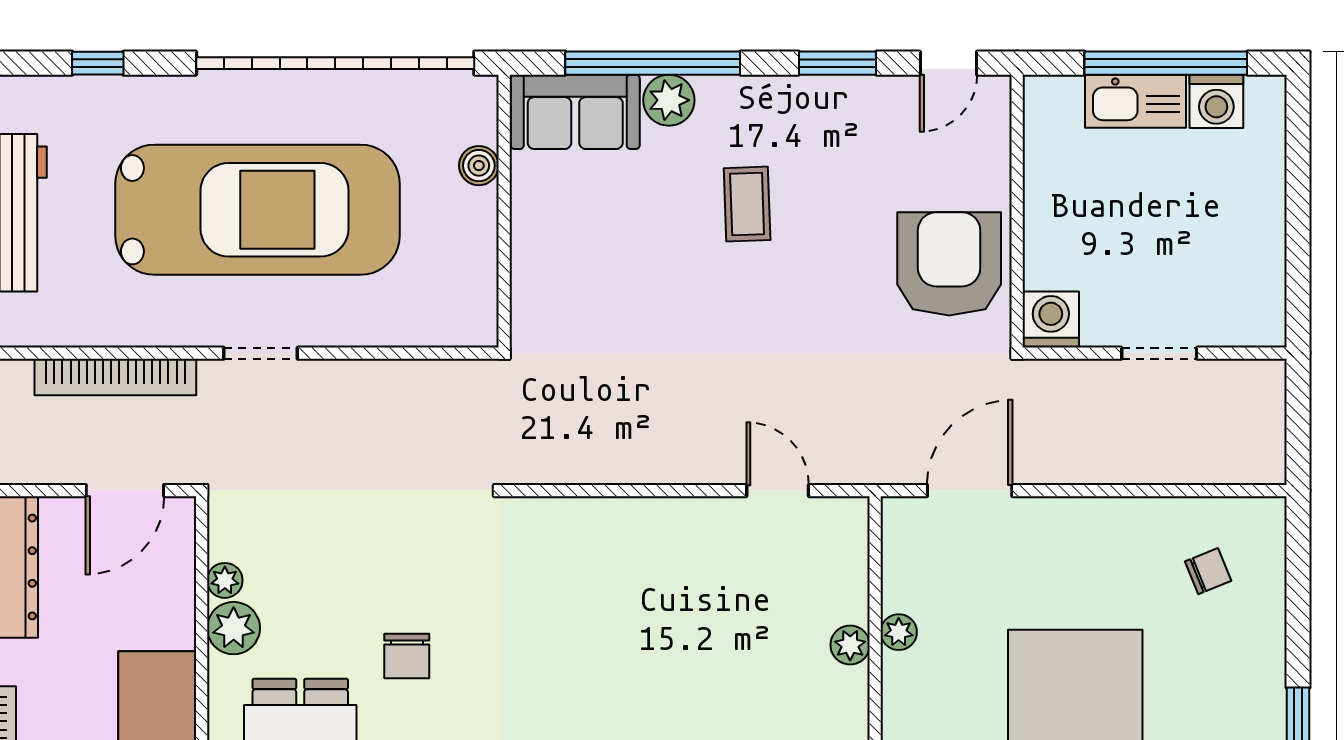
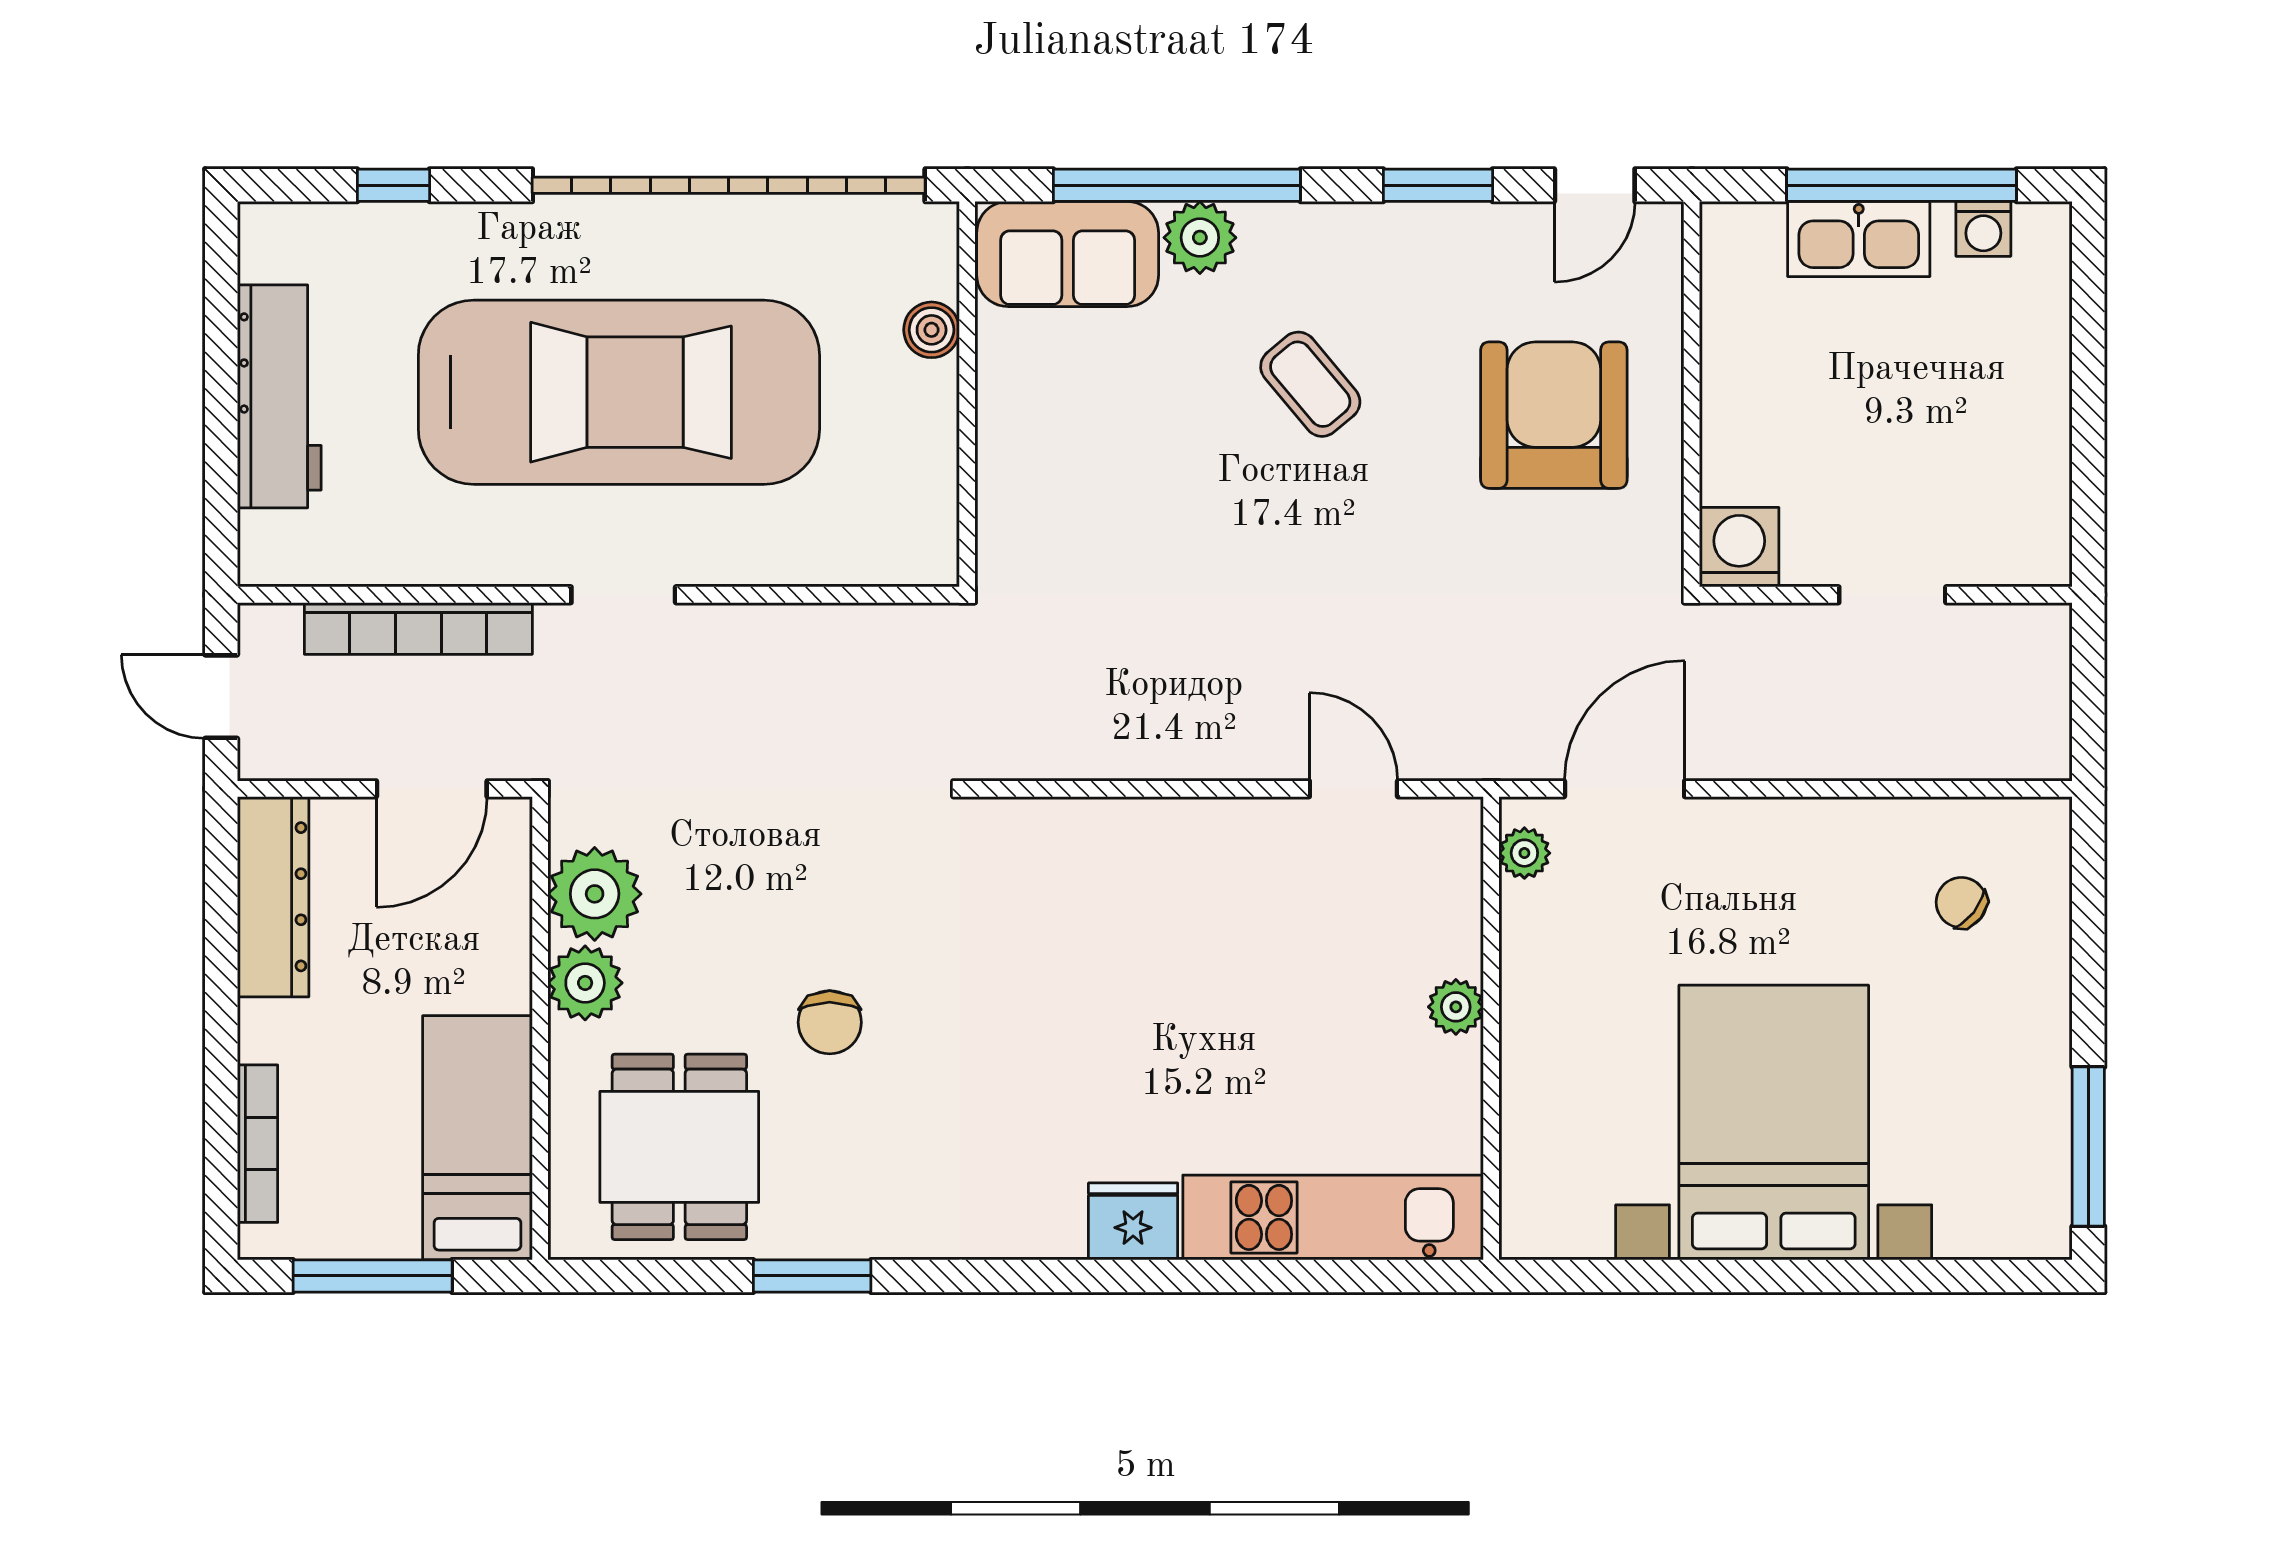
washing machine: (1216, 101) -> (1983, 229), width x0.73, depth x0.73
coffee table: (747, 204) -> (1310, 384), turned -38
armchair: (949, 264) -> (1554, 415), moved
chair: (1208, 571) -> (1961, 903), turned -120
plant: (225, 580) -> (595, 894), width x1.87, depth x1.87
plant: (899, 632) -> (1524, 853), moved

